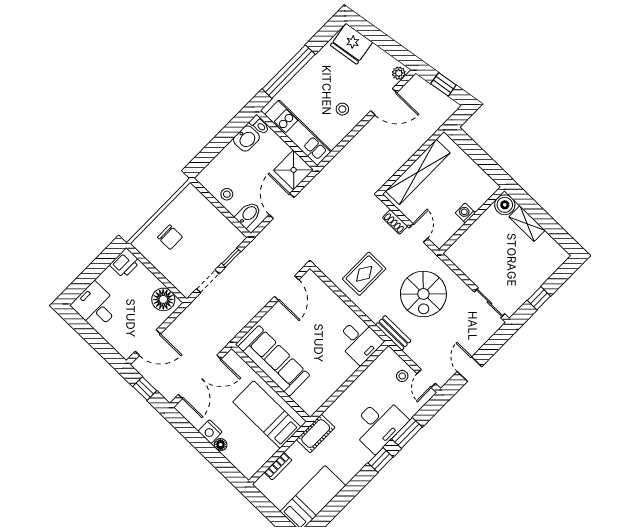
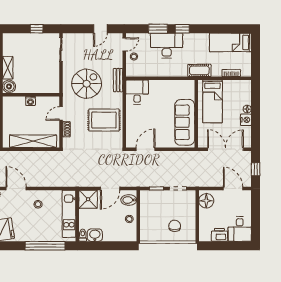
printer: (125, 263) -> (219, 235), moved
rug: (364, 274) -> (104, 120), width x1.36, depth x1.43

